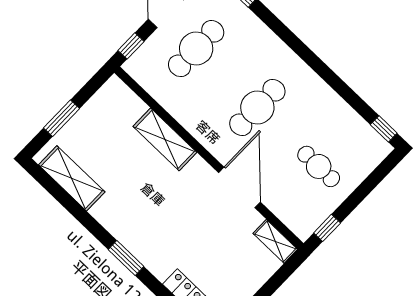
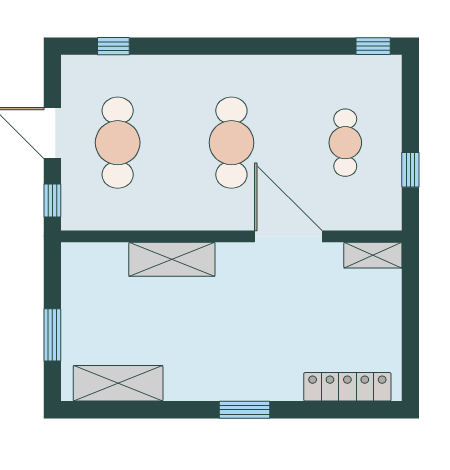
cafe table: (319, 166) -> (345, 143), turned 90
window: (327, 228) -> (410, 170), moved

